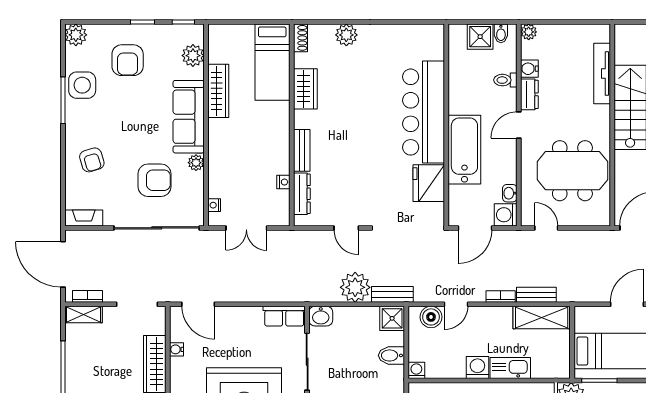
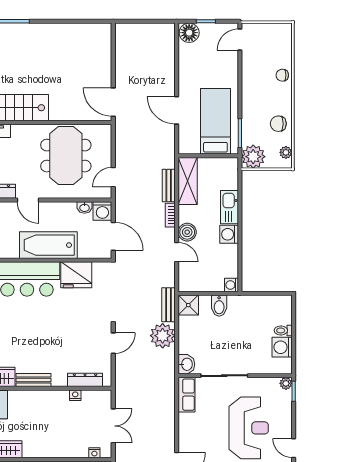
bench: (302, 150) -> (33, 380), moved
boiler: (431, 317) -> (187, 232), moved

